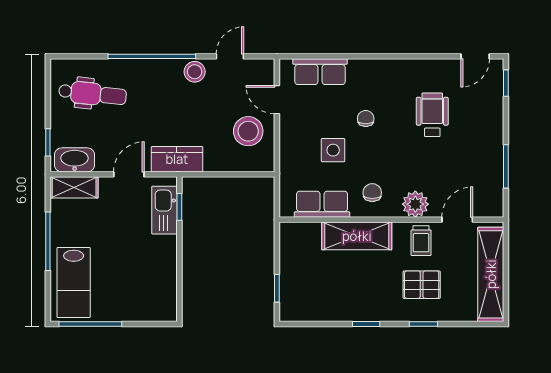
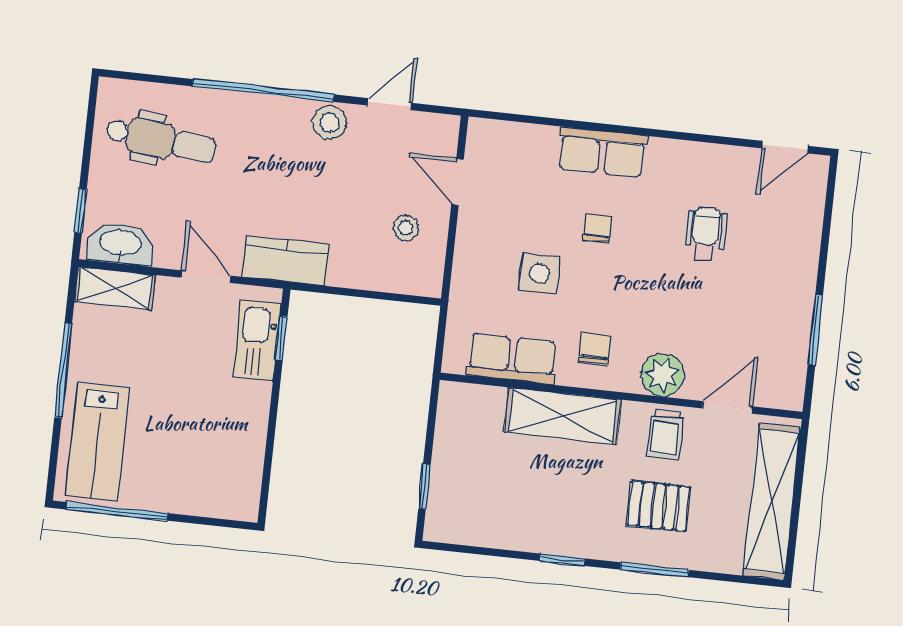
row of seats: (320, 72) -> (602, 152), moved
window: (506, 83) -> (830, 196), removed
wheelchair: (432, 115) -> (706, 234), width x0.73, depth x0.73
stool: (248, 131) -> (406, 228), width x0.53, depth x0.53
door: (129, 174) -> (206, 277), hinge flipped
window: (423, 324) -> (655, 570), width x1.50

